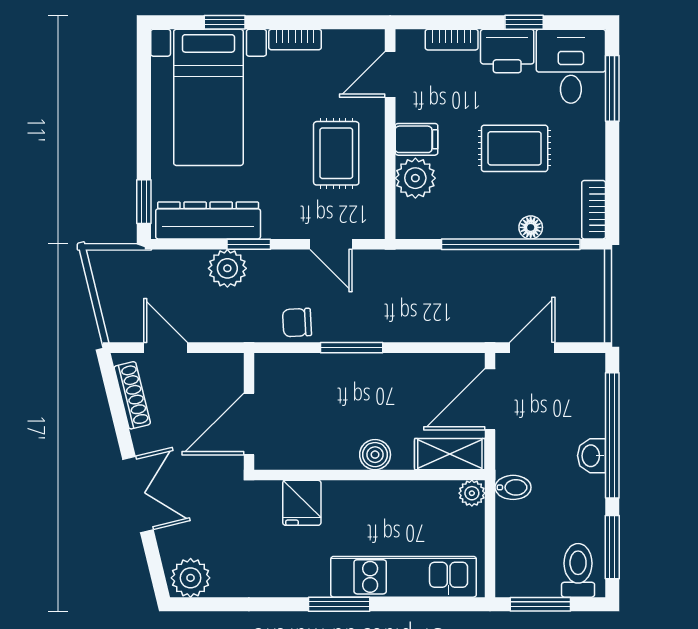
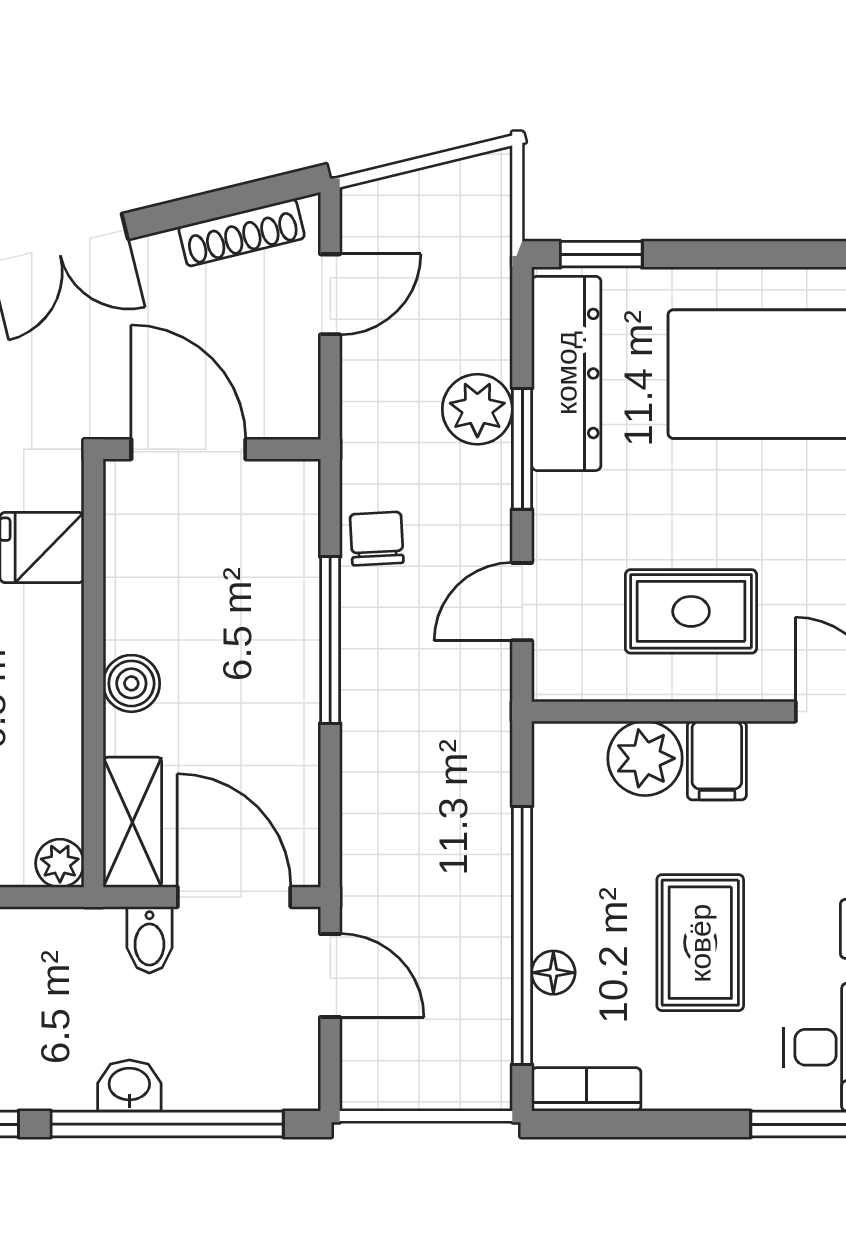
window: (249, 244) -> (522, 449), width x1.50
window: (352, 348) -> (330, 640), width x1.44
bidet: (513, 487) -> (149, 940), moved

